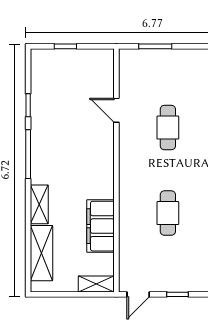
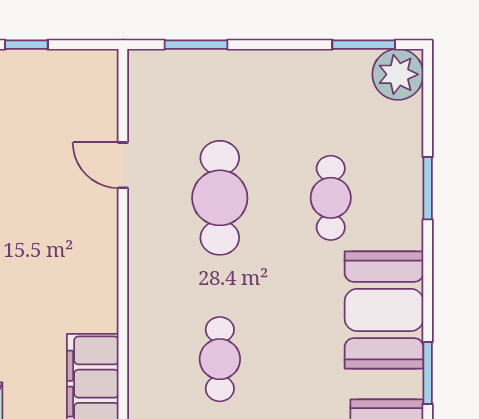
cafe table: (168, 128) -> (220, 198), width x1.37, depth x1.35

